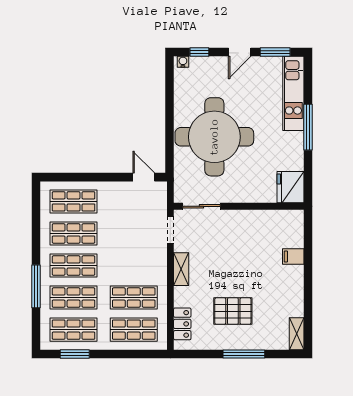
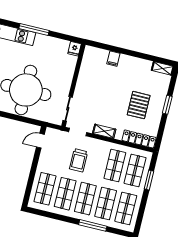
fridge: (290, 187) -> (75, 49), width x0.53, depth x0.75
trolley: (128, 241) -> (79, 160), added
locker: (182, 324) -> (139, 139), width x1.53
window: (75, 354) -> (149, 180), moved
window: (244, 354) -> (167, 105), width x0.69

